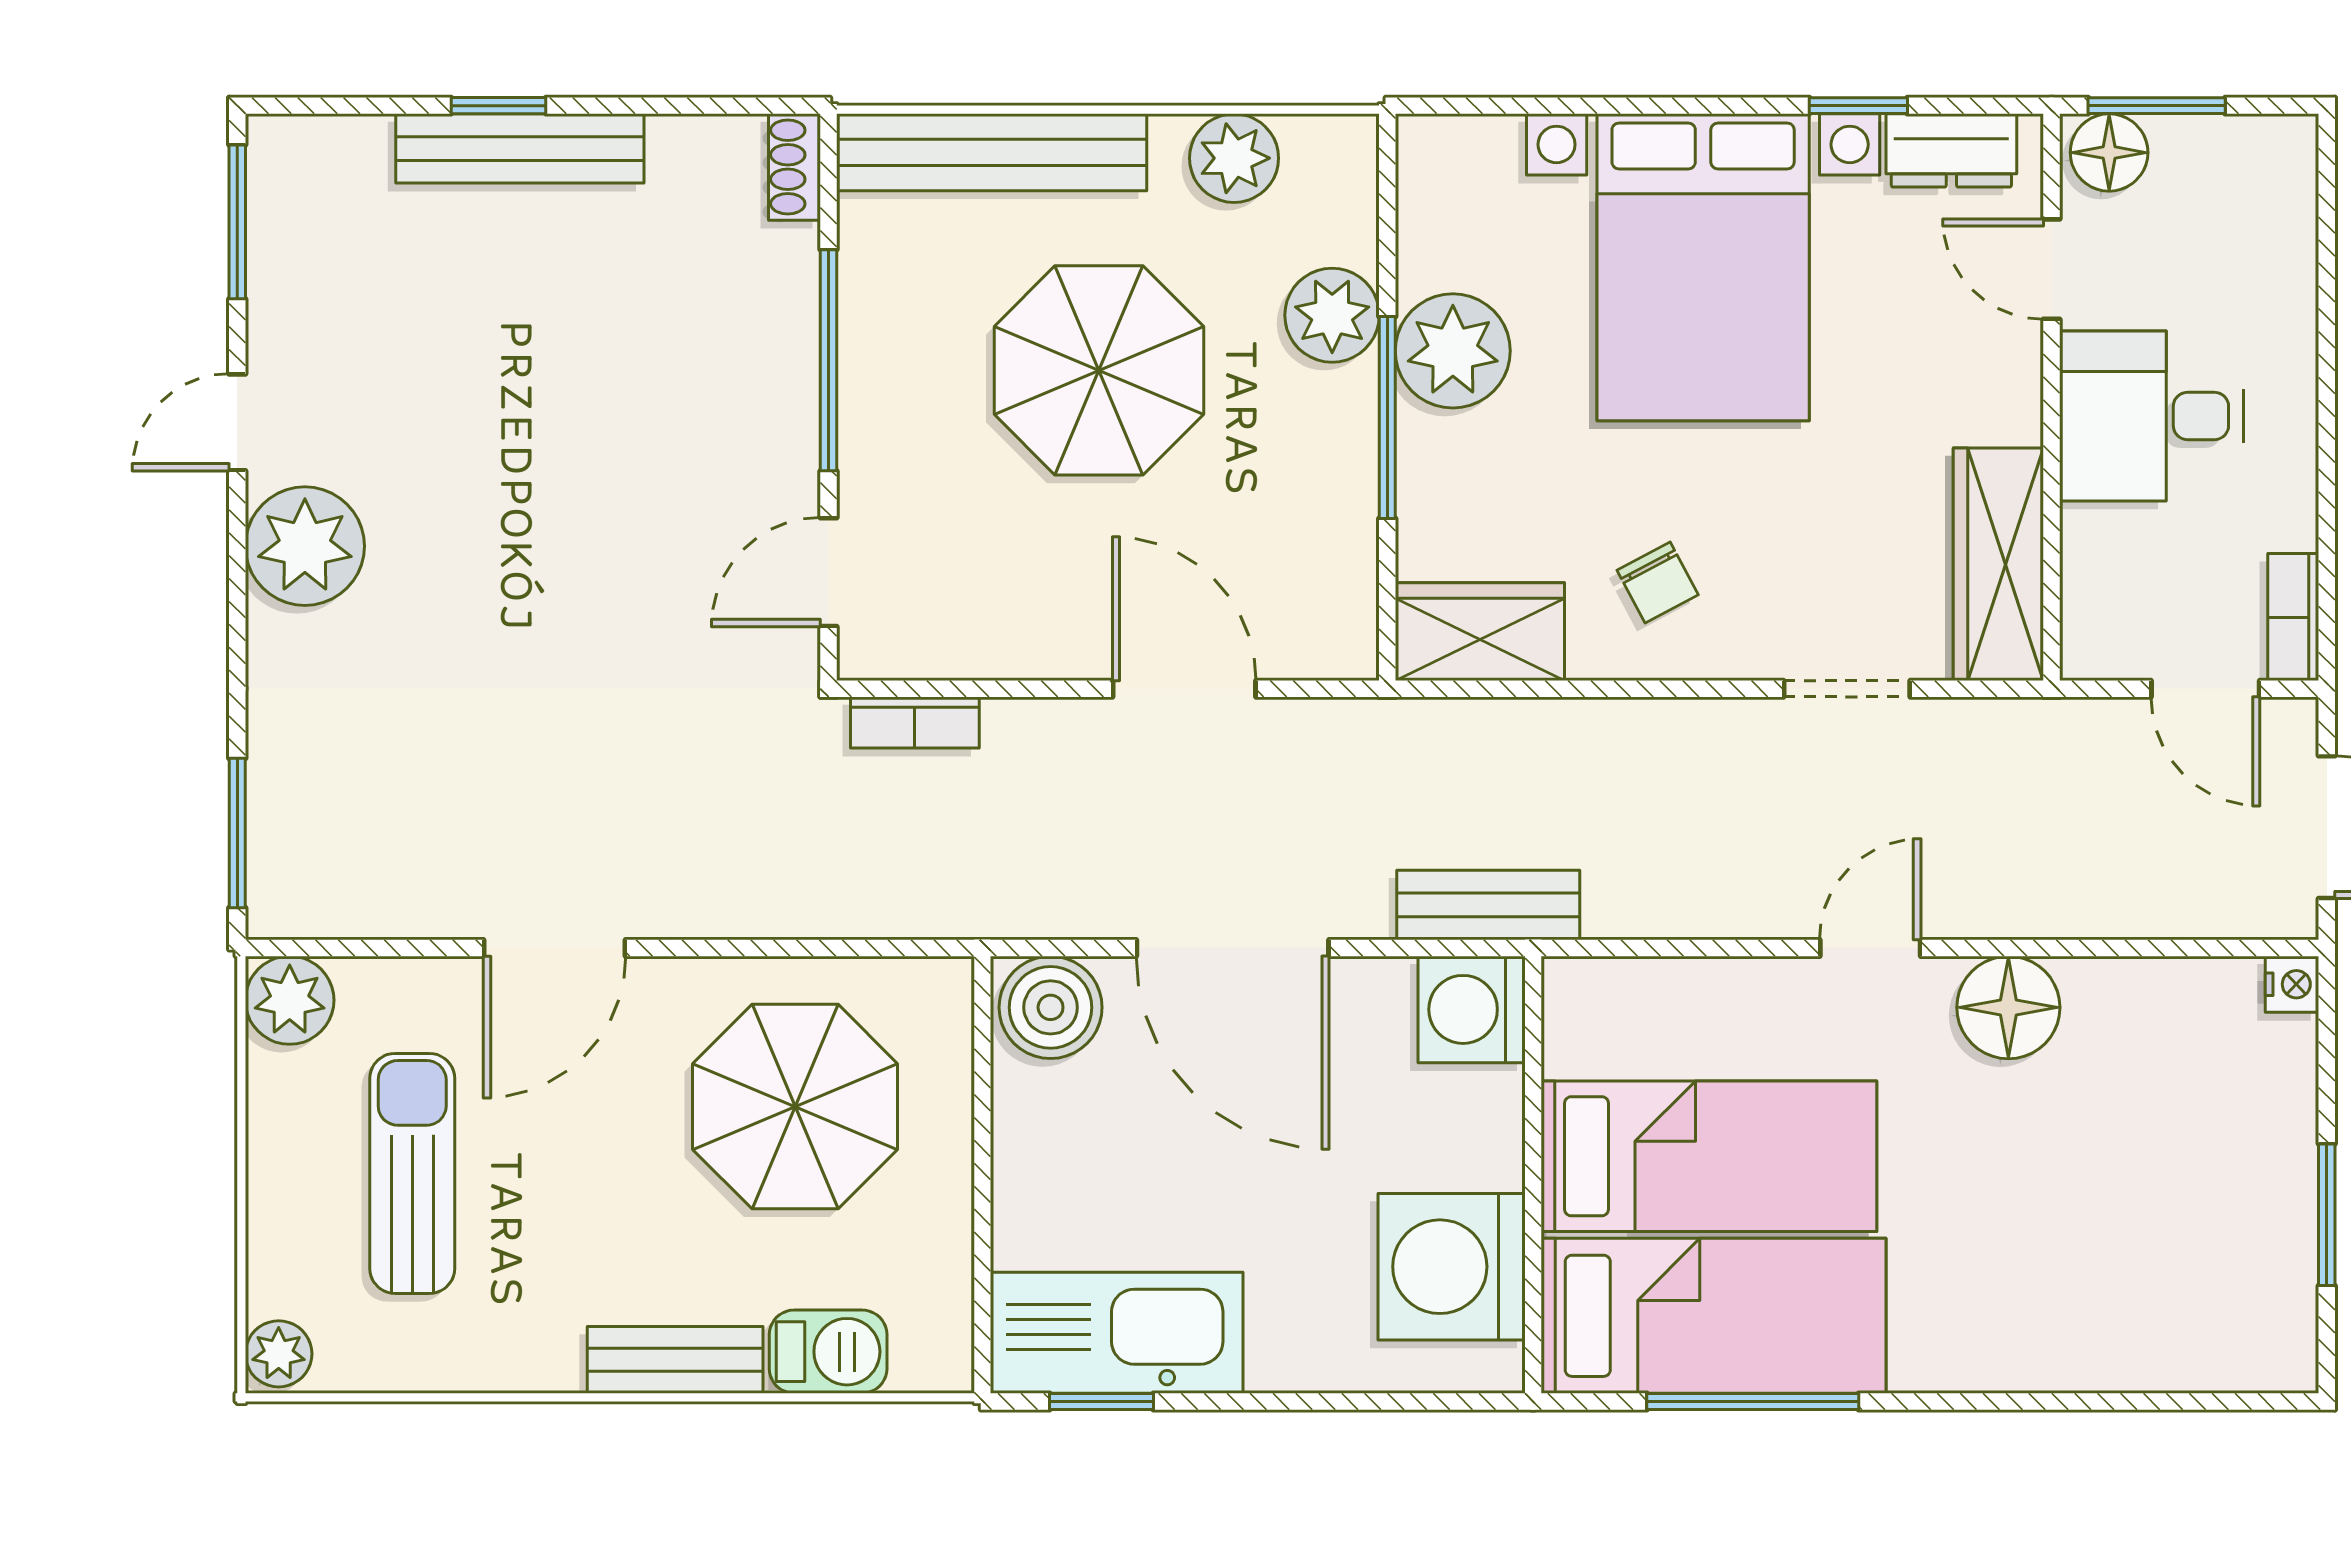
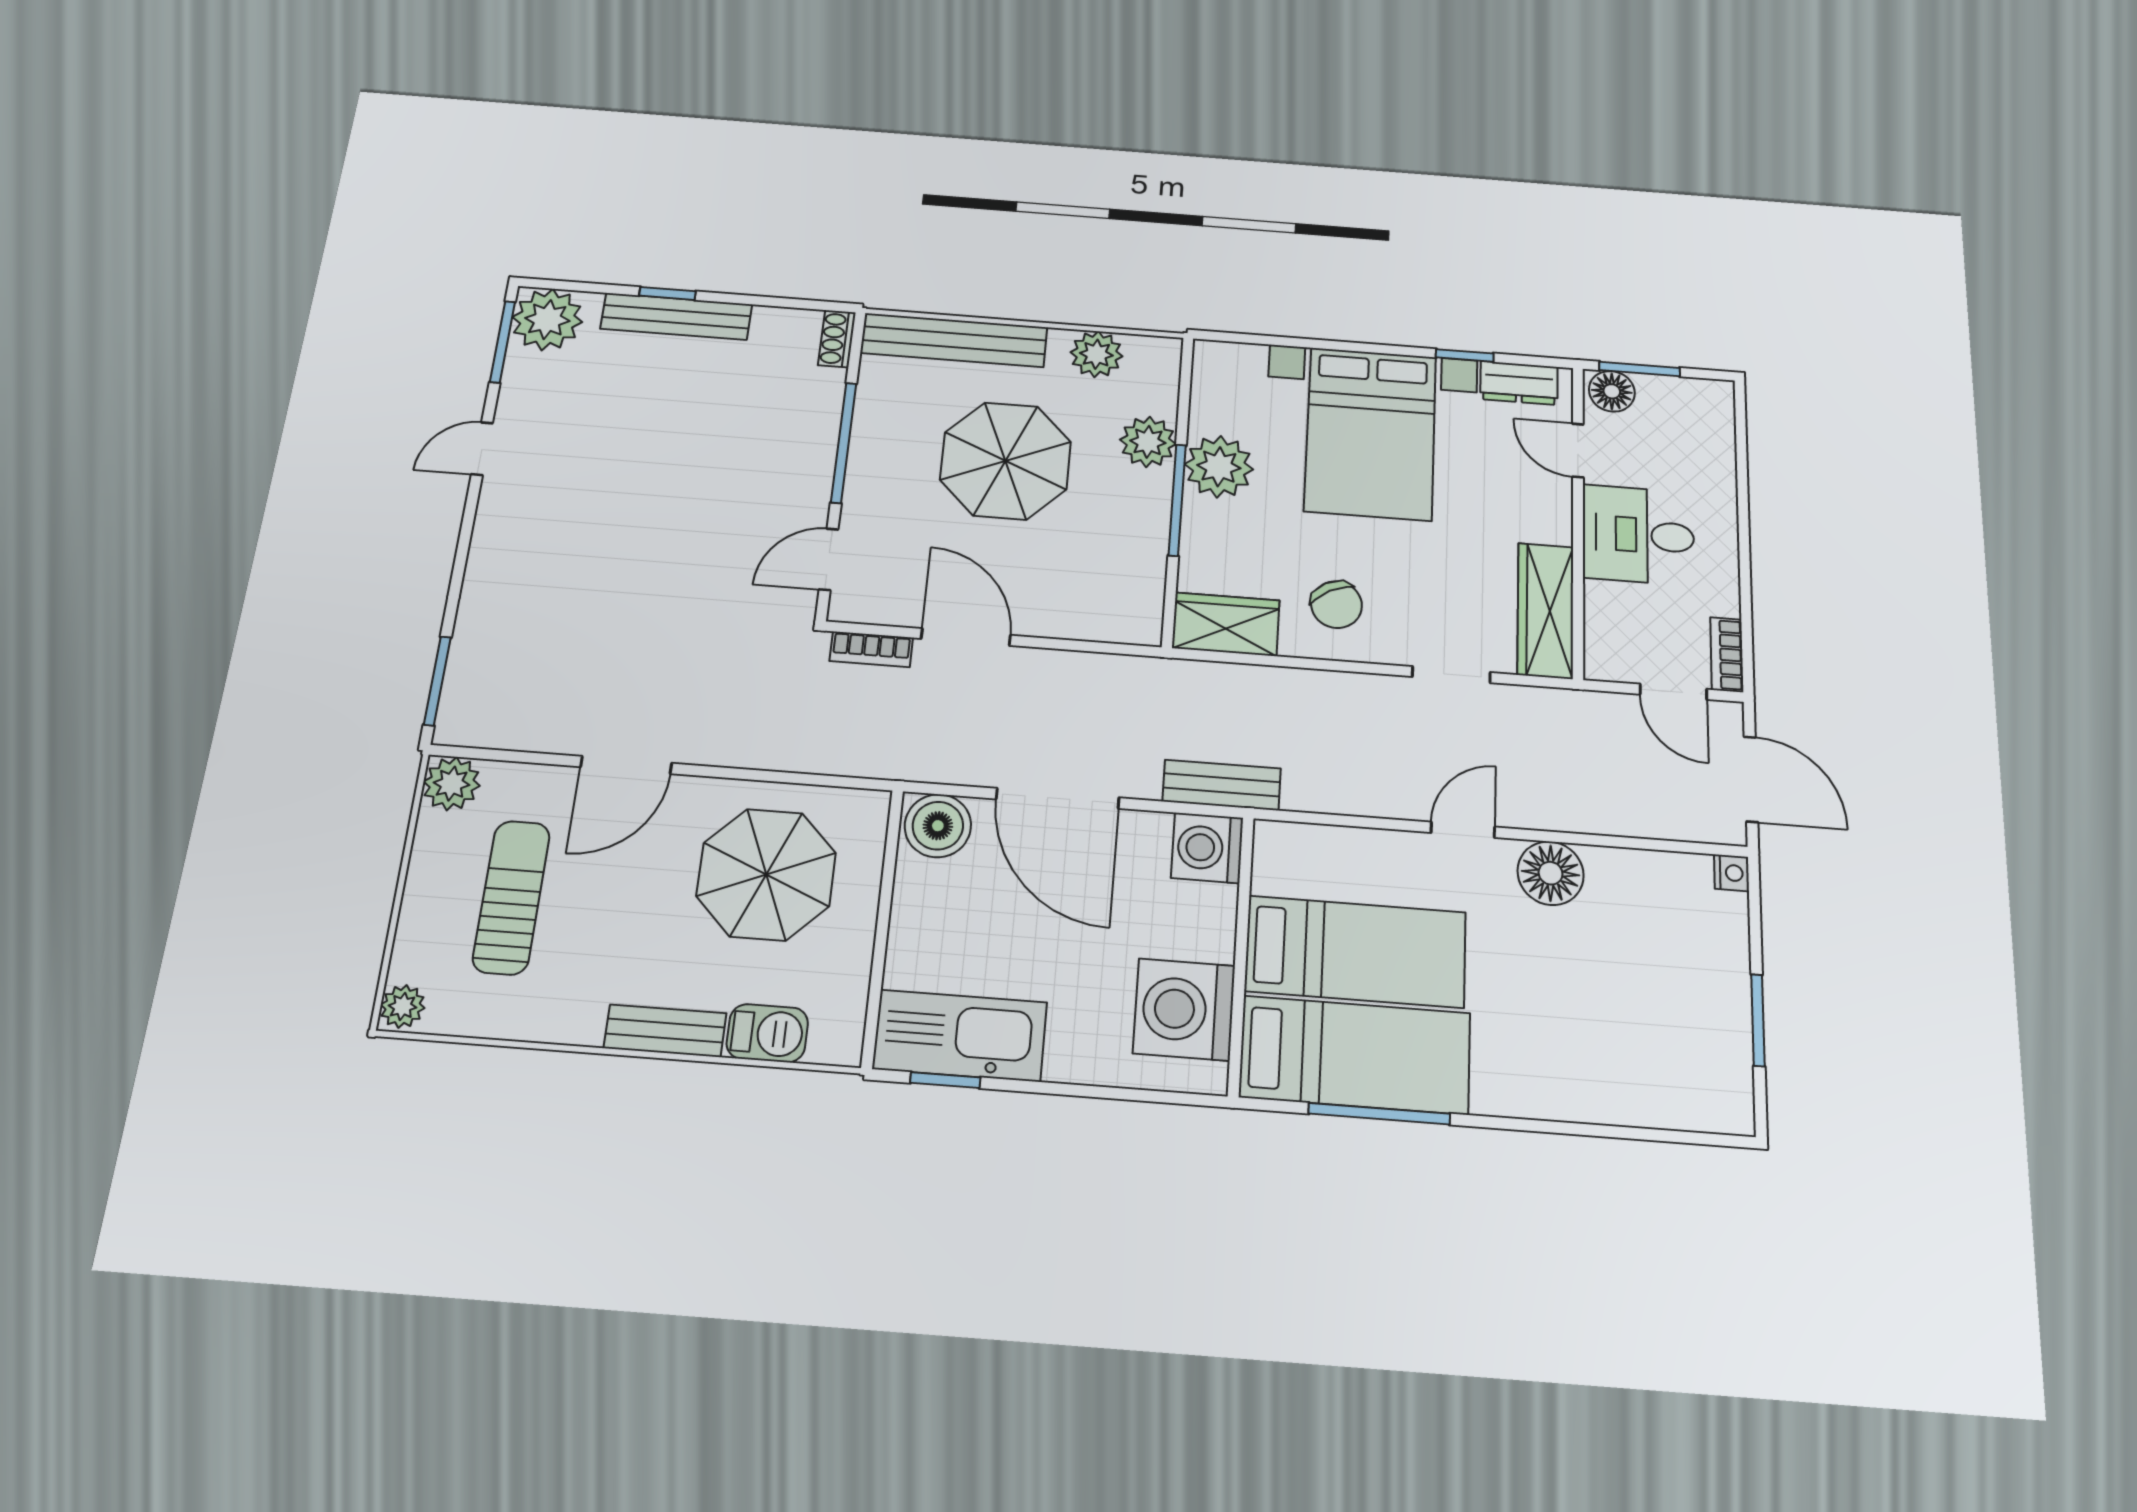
plant: (305, 546) -> (547, 319), moved
chair: (1658, 582) -> (1336, 605), width x1.37, depth x1.37
door: (1184, 689) -> (966, 637), moved

